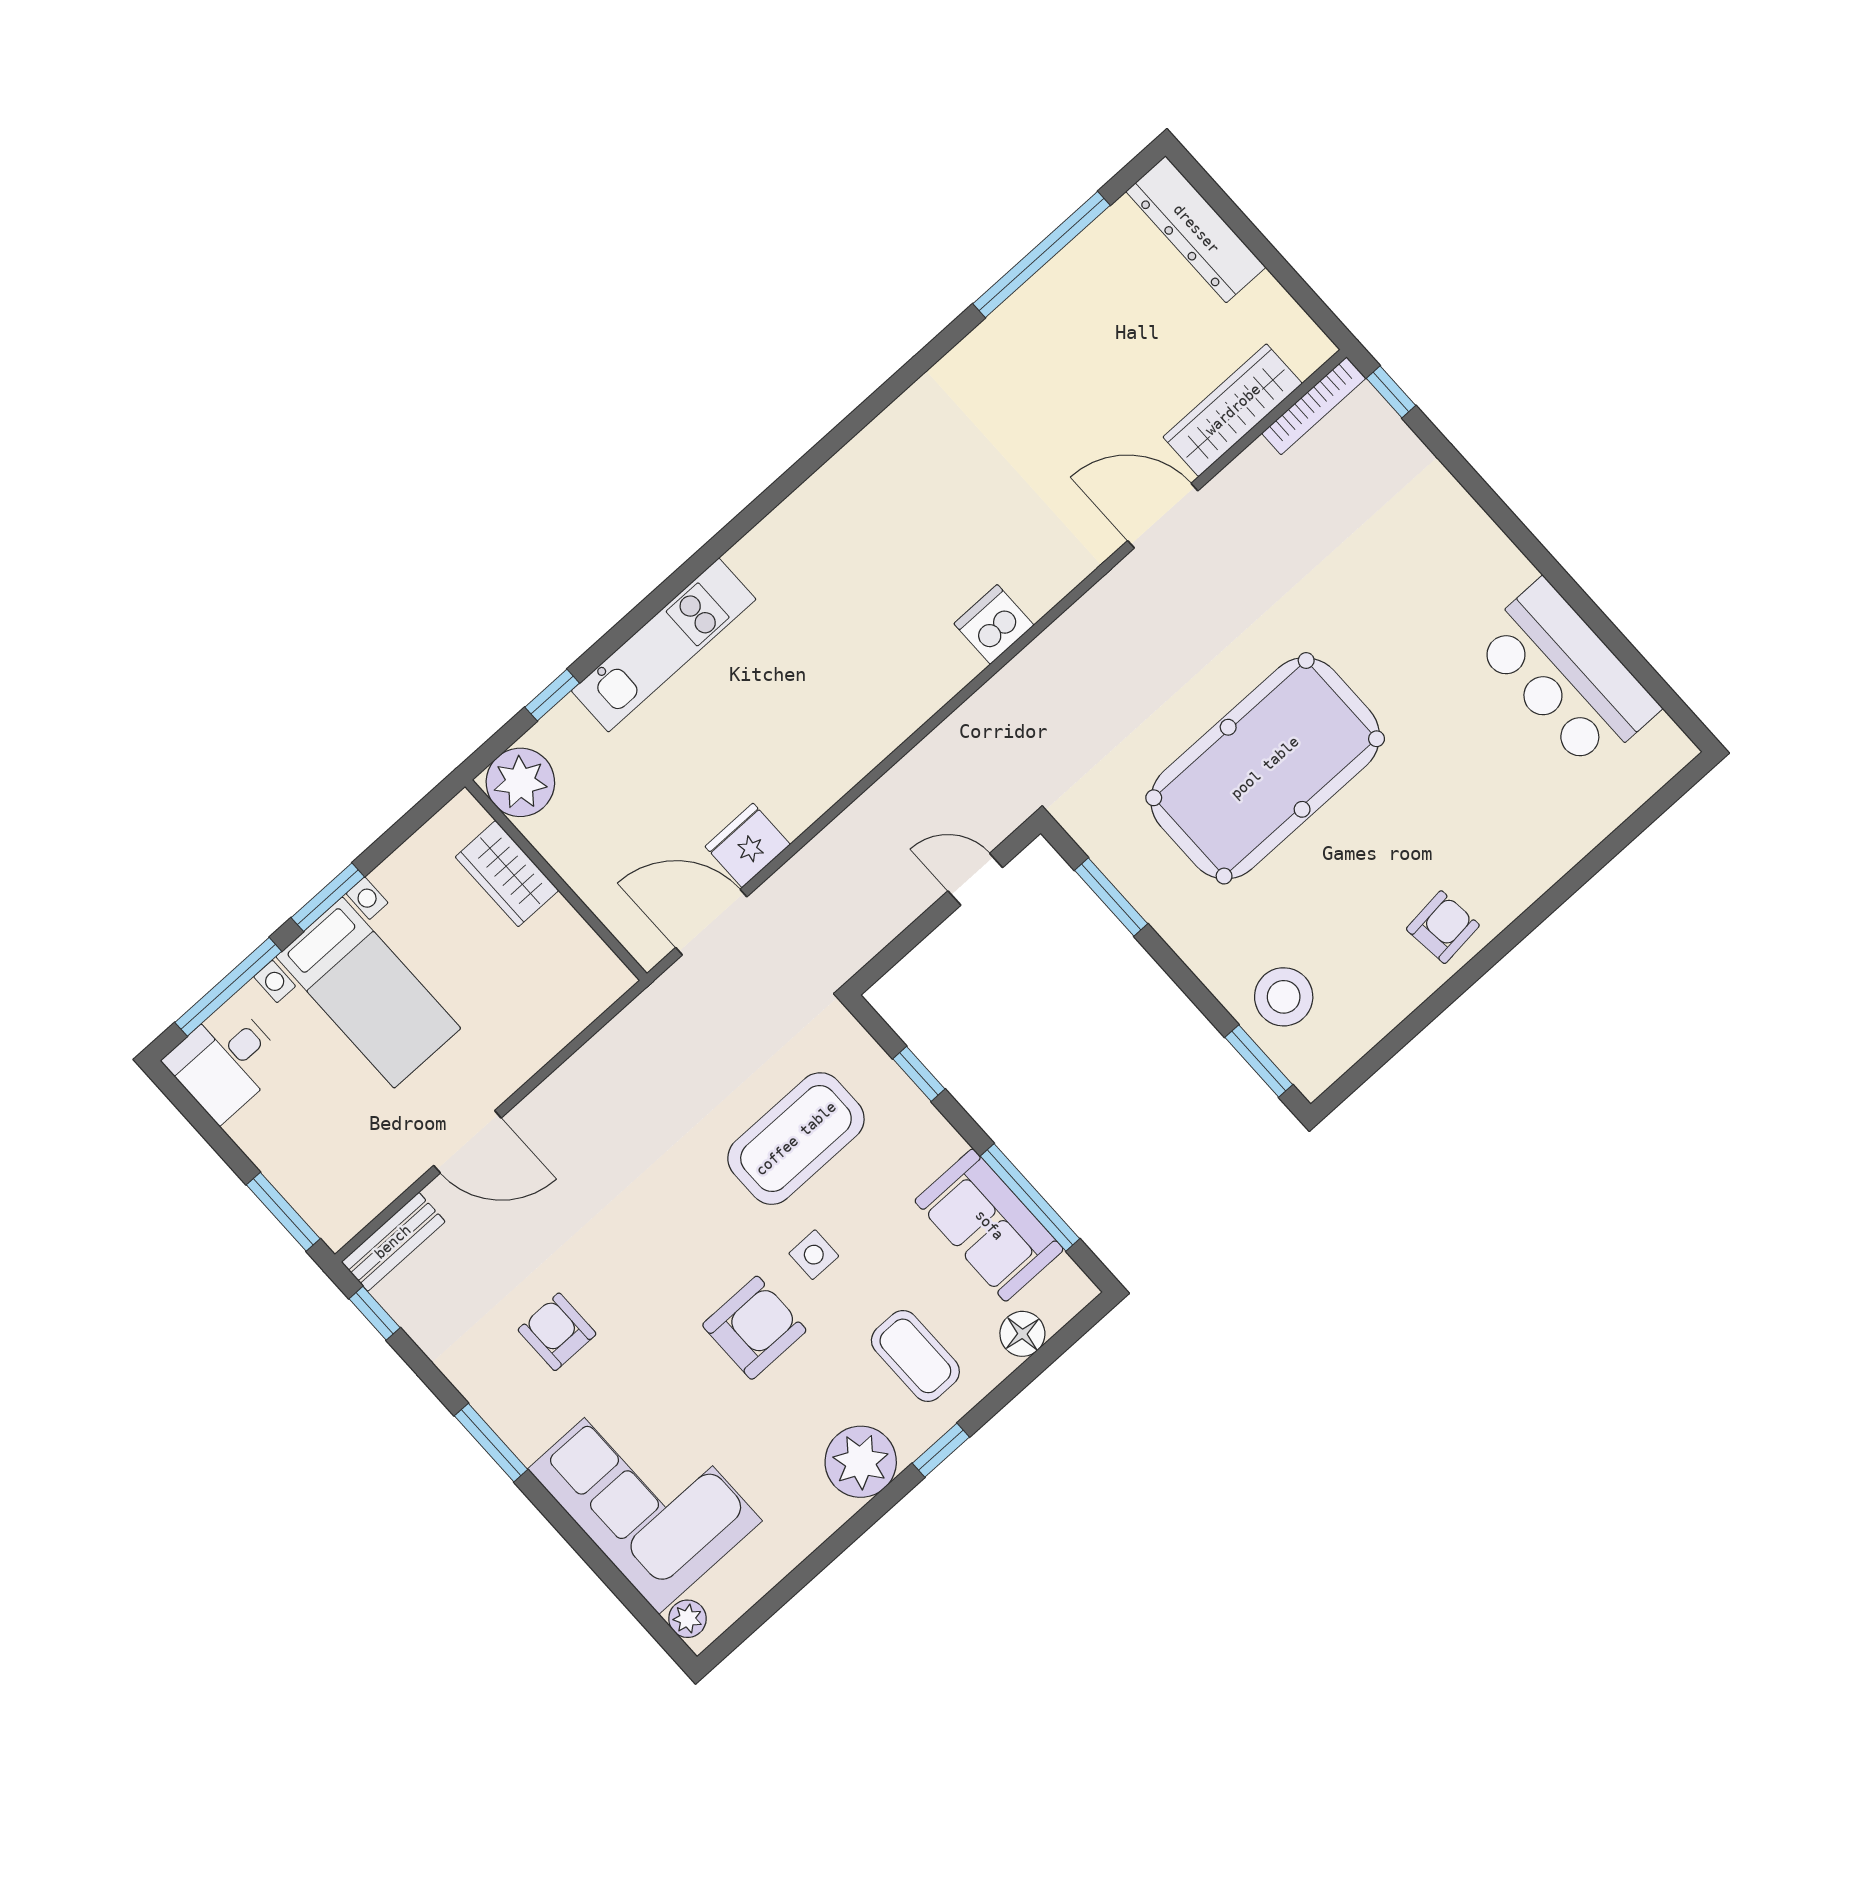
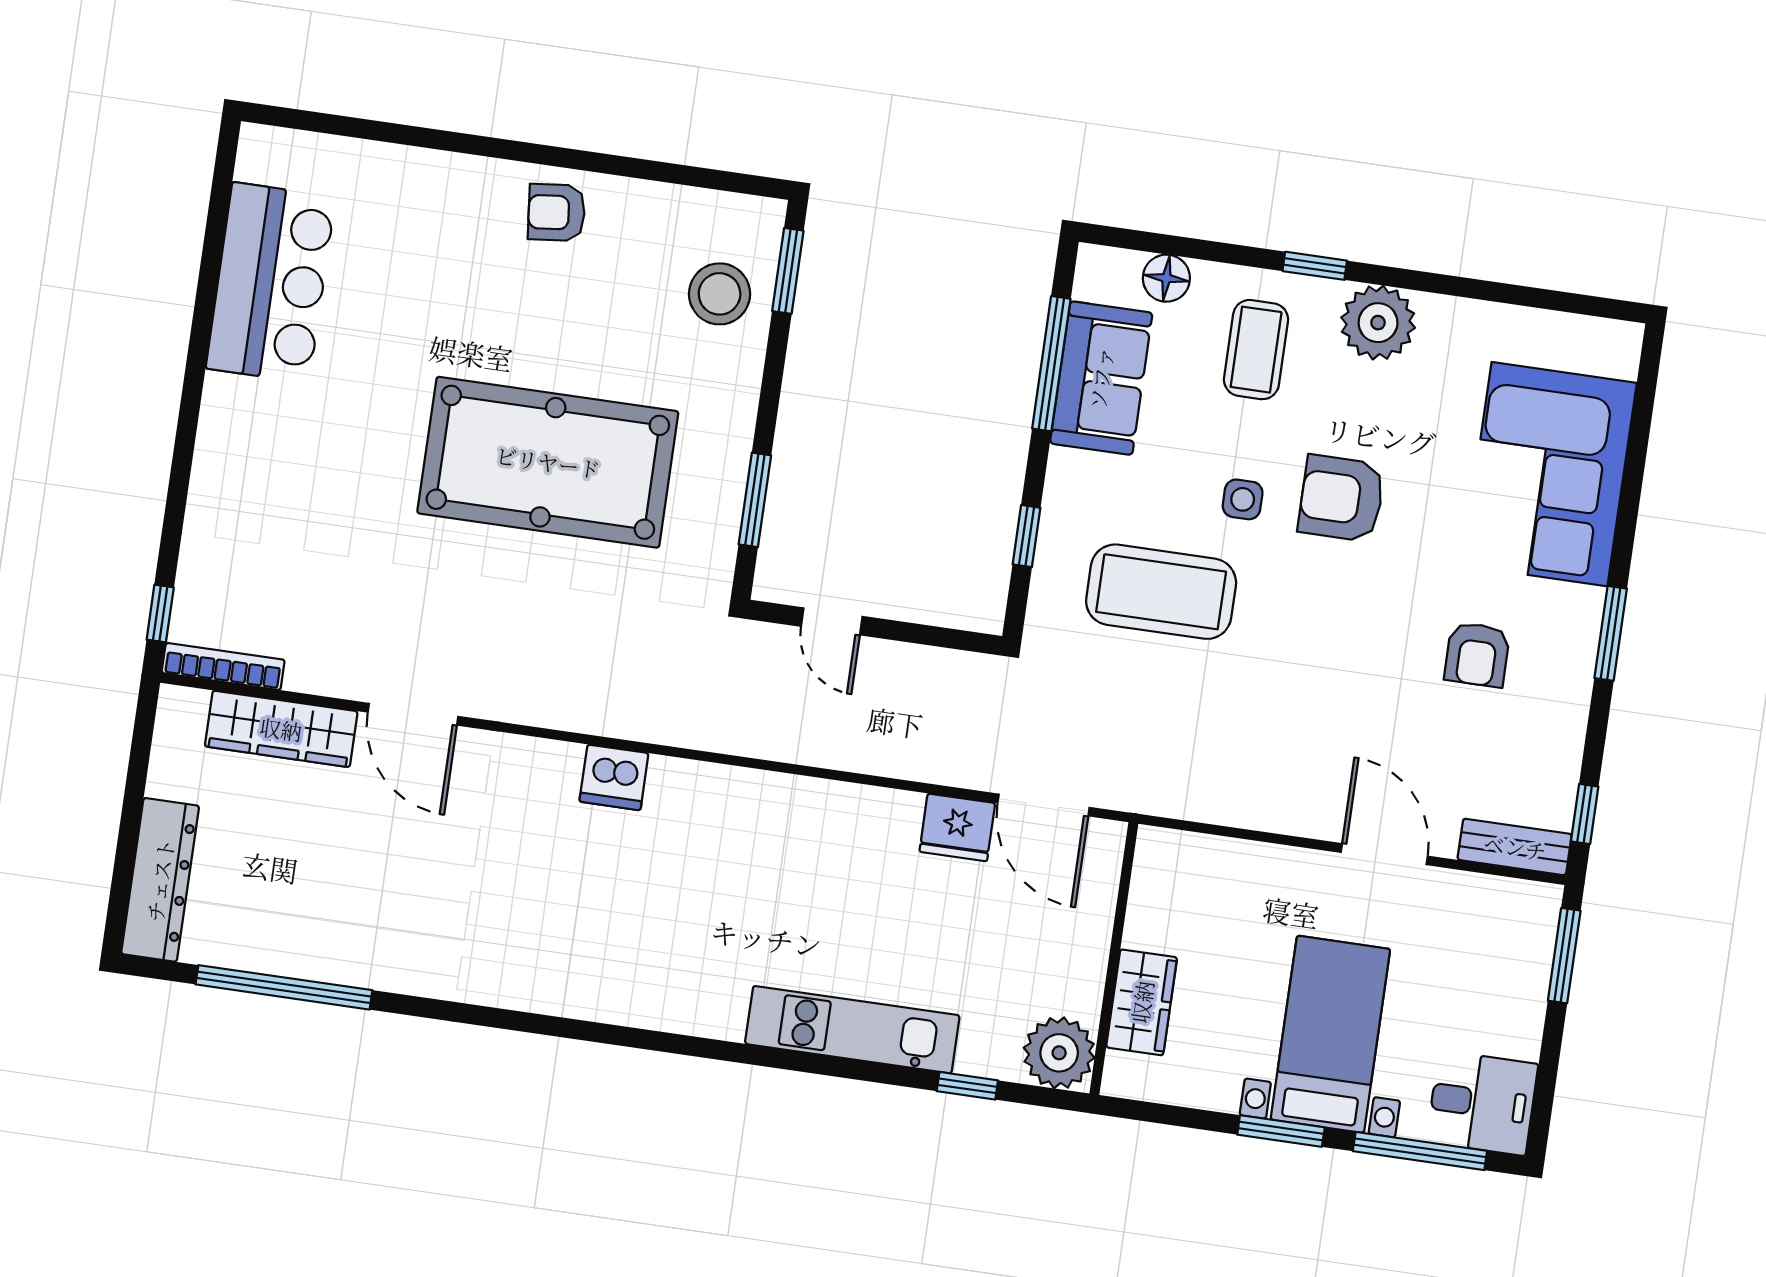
plant: (687, 1619) -> (1621, 357), removed

